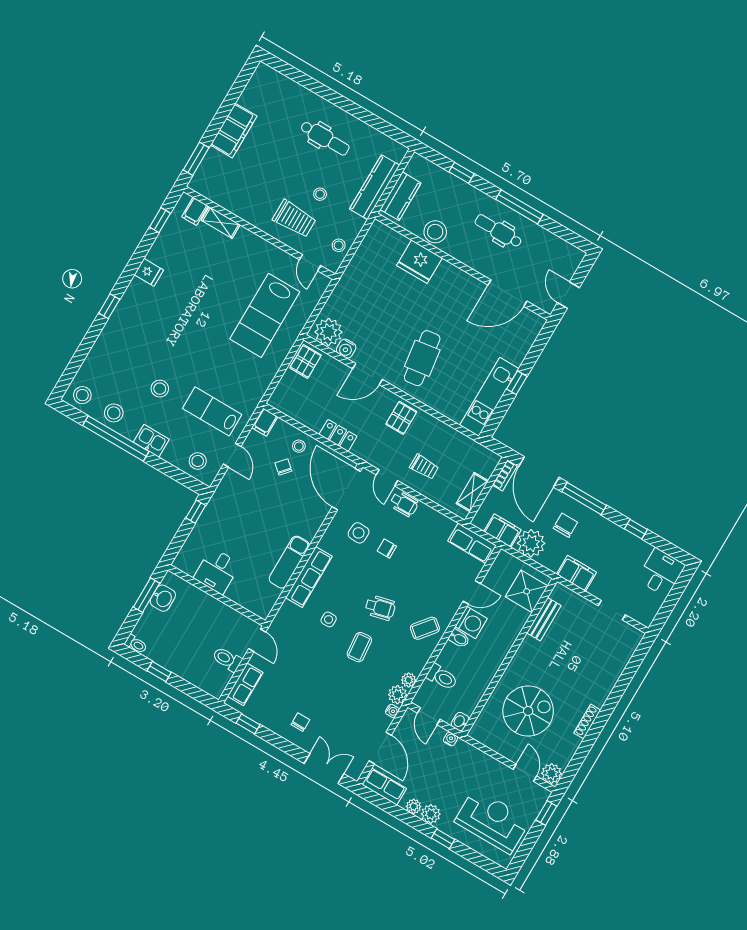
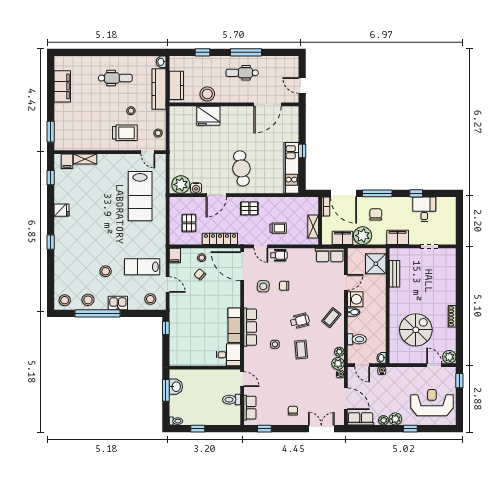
filing cabinet: (234, 131) -> (62, 86), moved
washbasin: (399, 153) -> (161, 62), added
pallet: (306, 361) -> (189, 223), moved
pallet: (401, 418) -> (249, 208), turned 90
locker: (338, 435) -> (220, 239), width x1.53
desk: (217, 571) -> (228, 355), moved, turned -90
desk: (661, 572) -> (424, 209), moved

